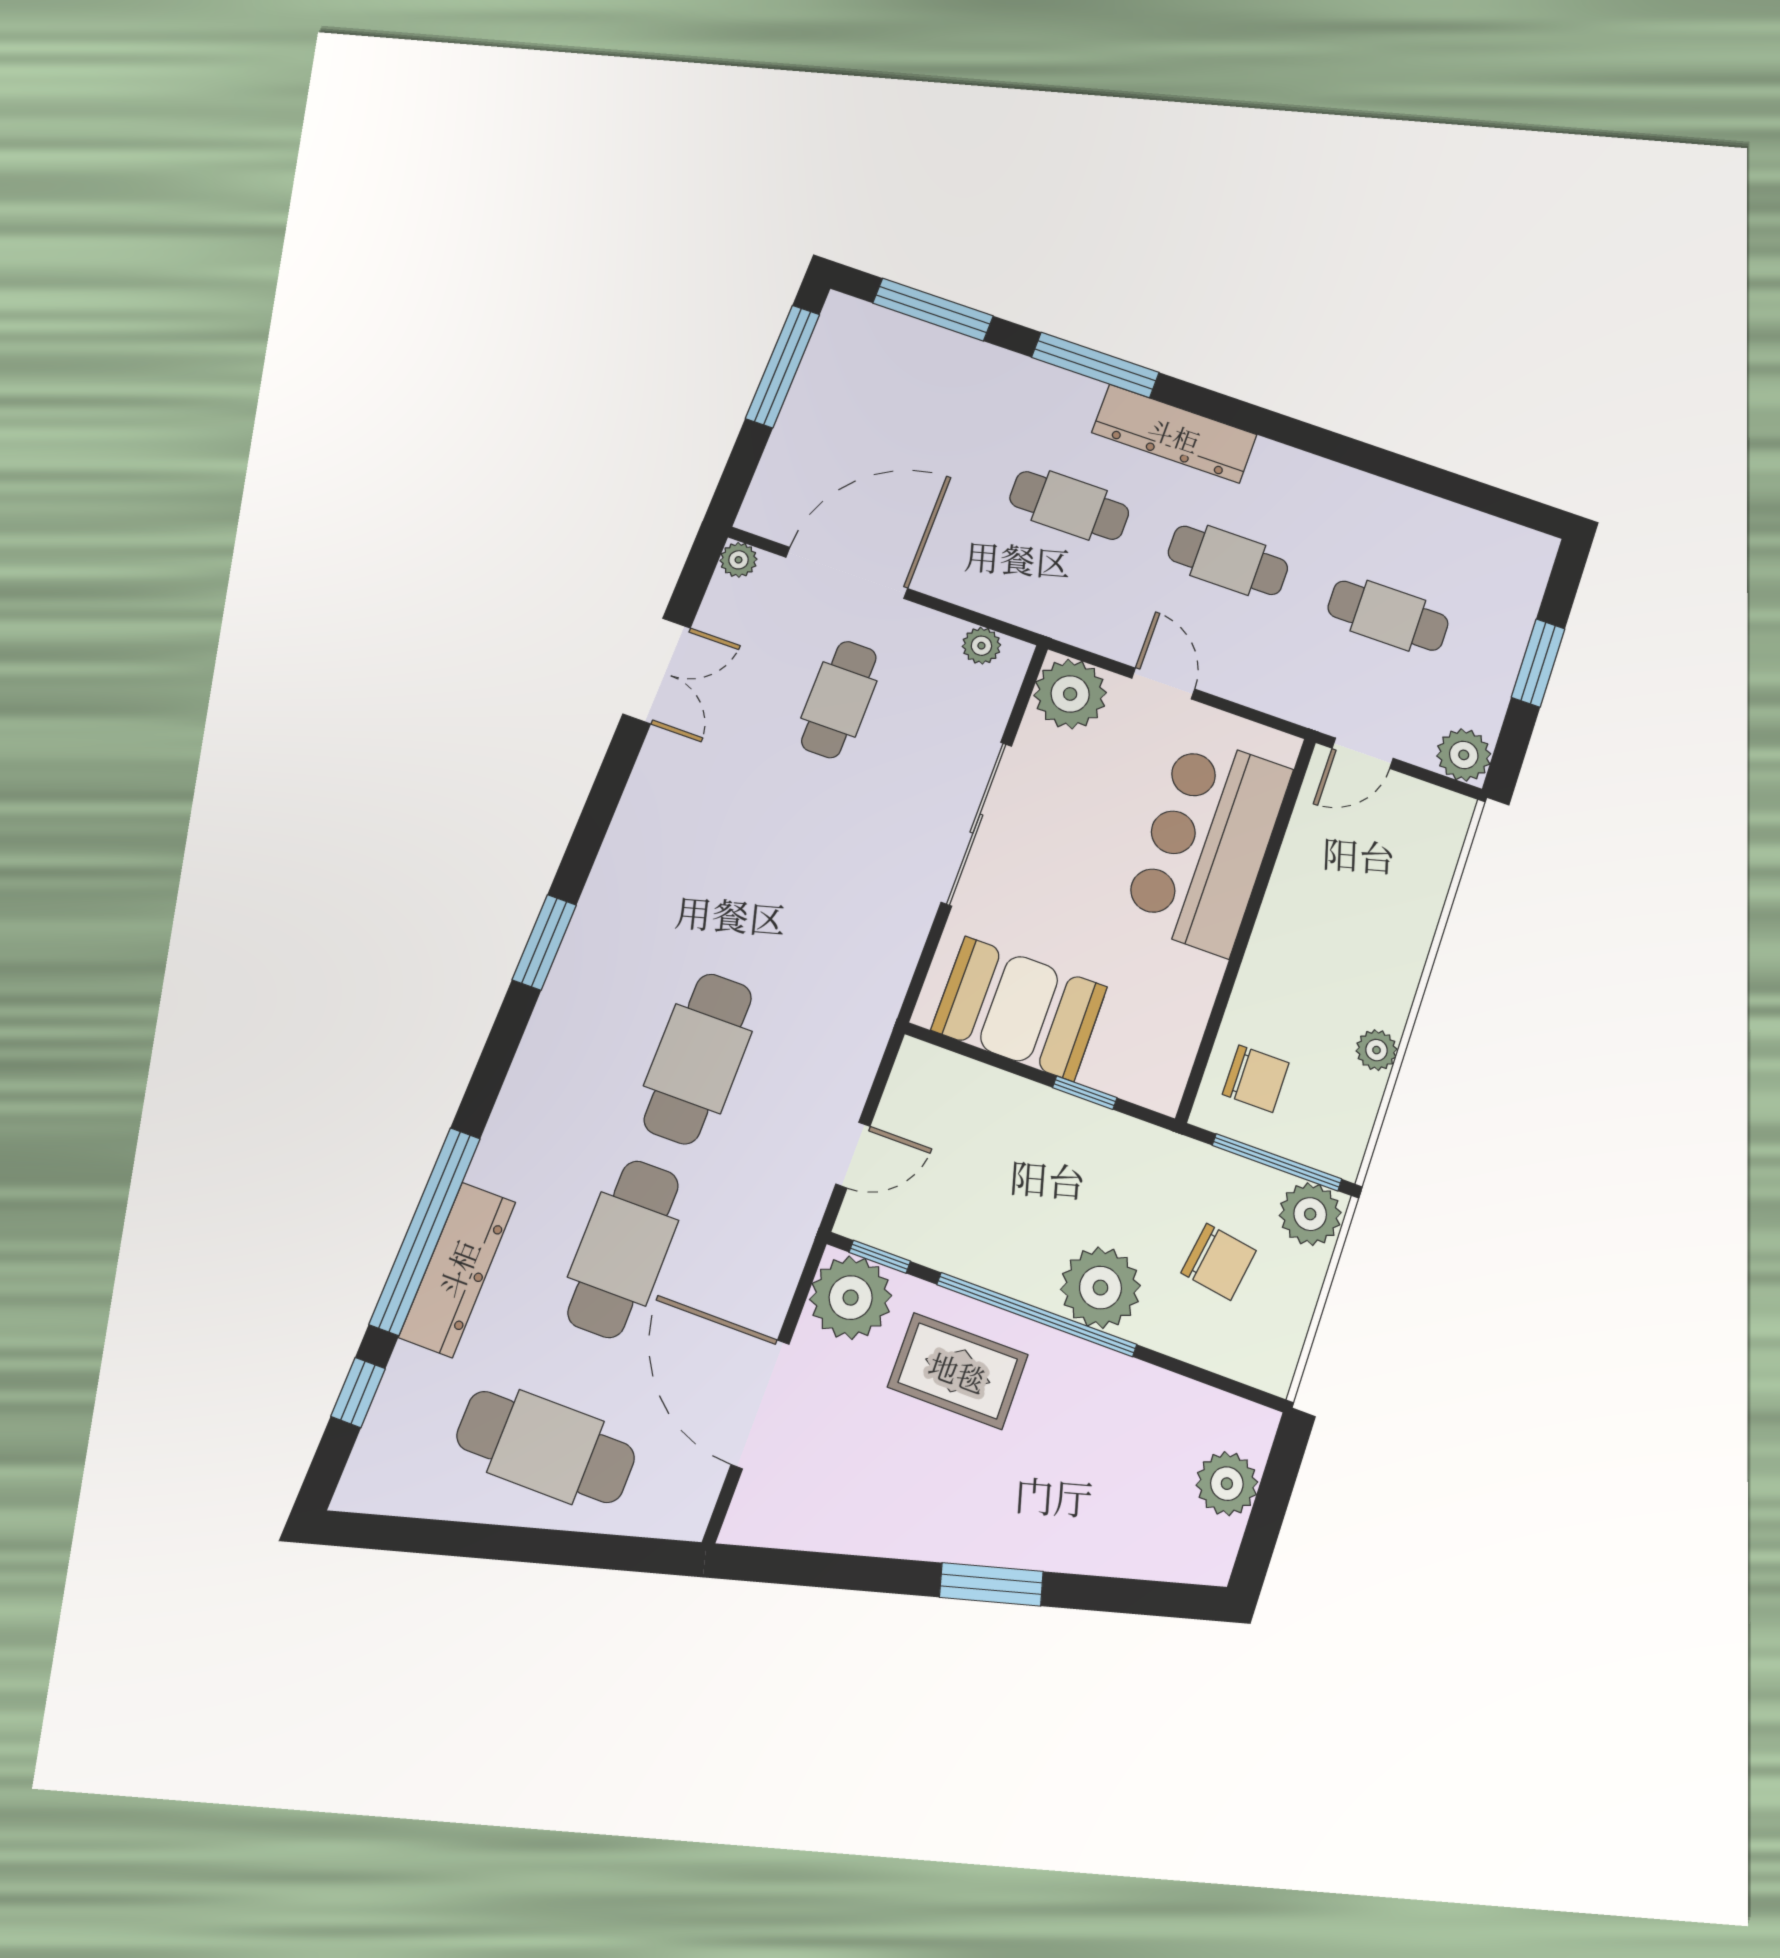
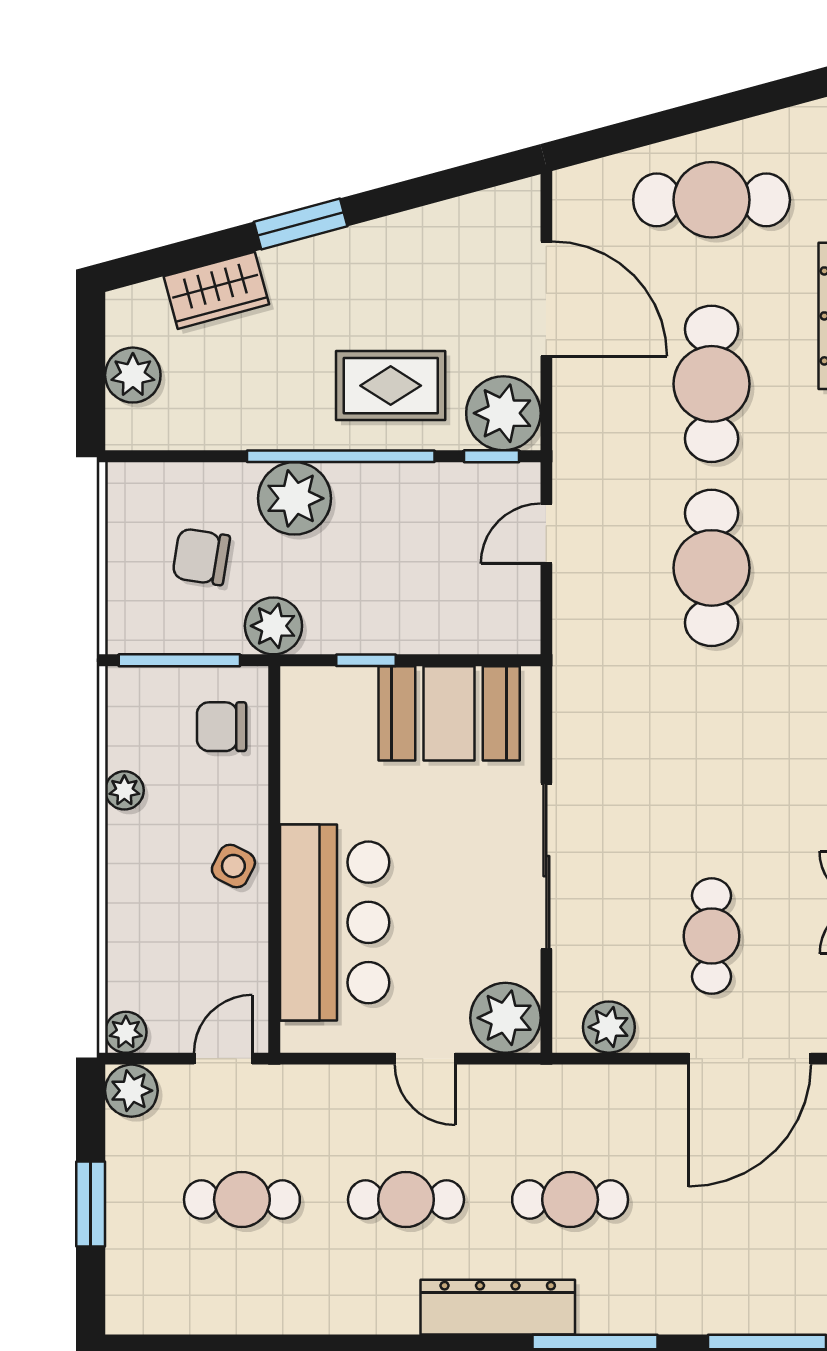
plant: (981, 646) -> (609, 1027), width x1.38, depth x1.38
plant: (1451, 812) -> (126, 1032), added
side table: (1290, 935) -> (233, 866), added
plant: (1310, 1214) -> (273, 626), moved
wardrobe: (1107, 1544) -> (216, 290), added

